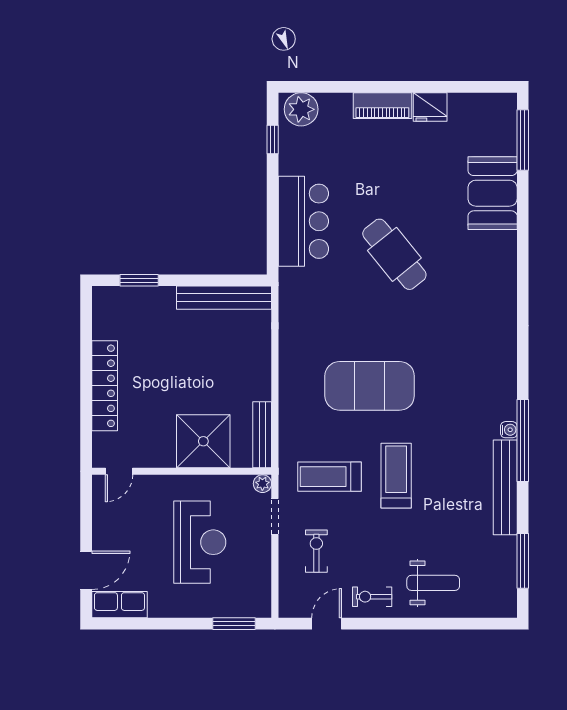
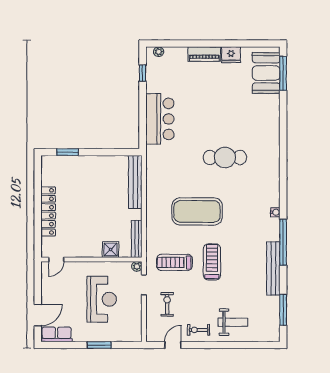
plant: (301, 109) -> (159, 52), width x0.53, depth x0.53
booth: (493, 193) -> (266, 73), moved
cafe table: (394, 254) -> (225, 157), moved, turned -51
bench: (224, 298) -> (135, 182), moved, turned 90
water cooler: (509, 430) -> (275, 212), moved
shower: (203, 441) -> (111, 249), width x0.54, depth x0.54
window: (234, 624) -> (99, 345), moved

